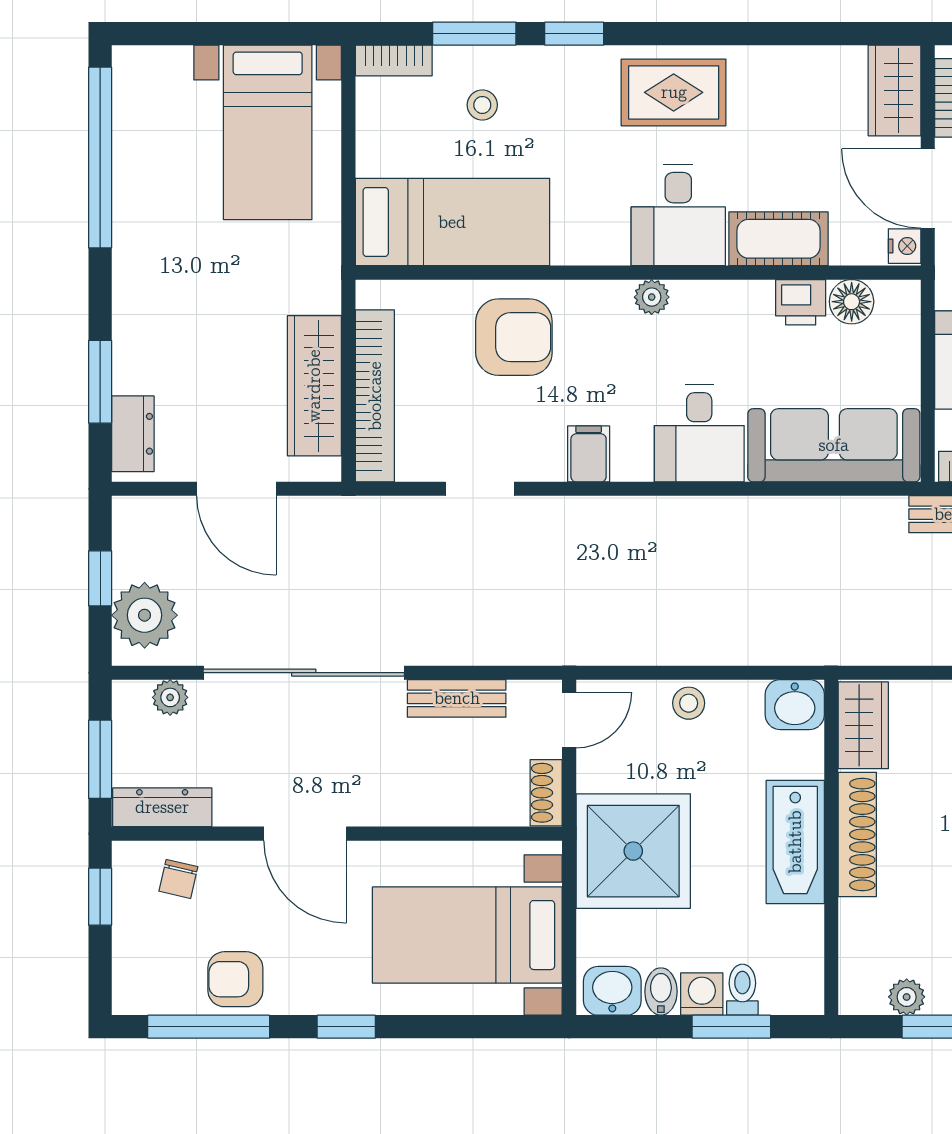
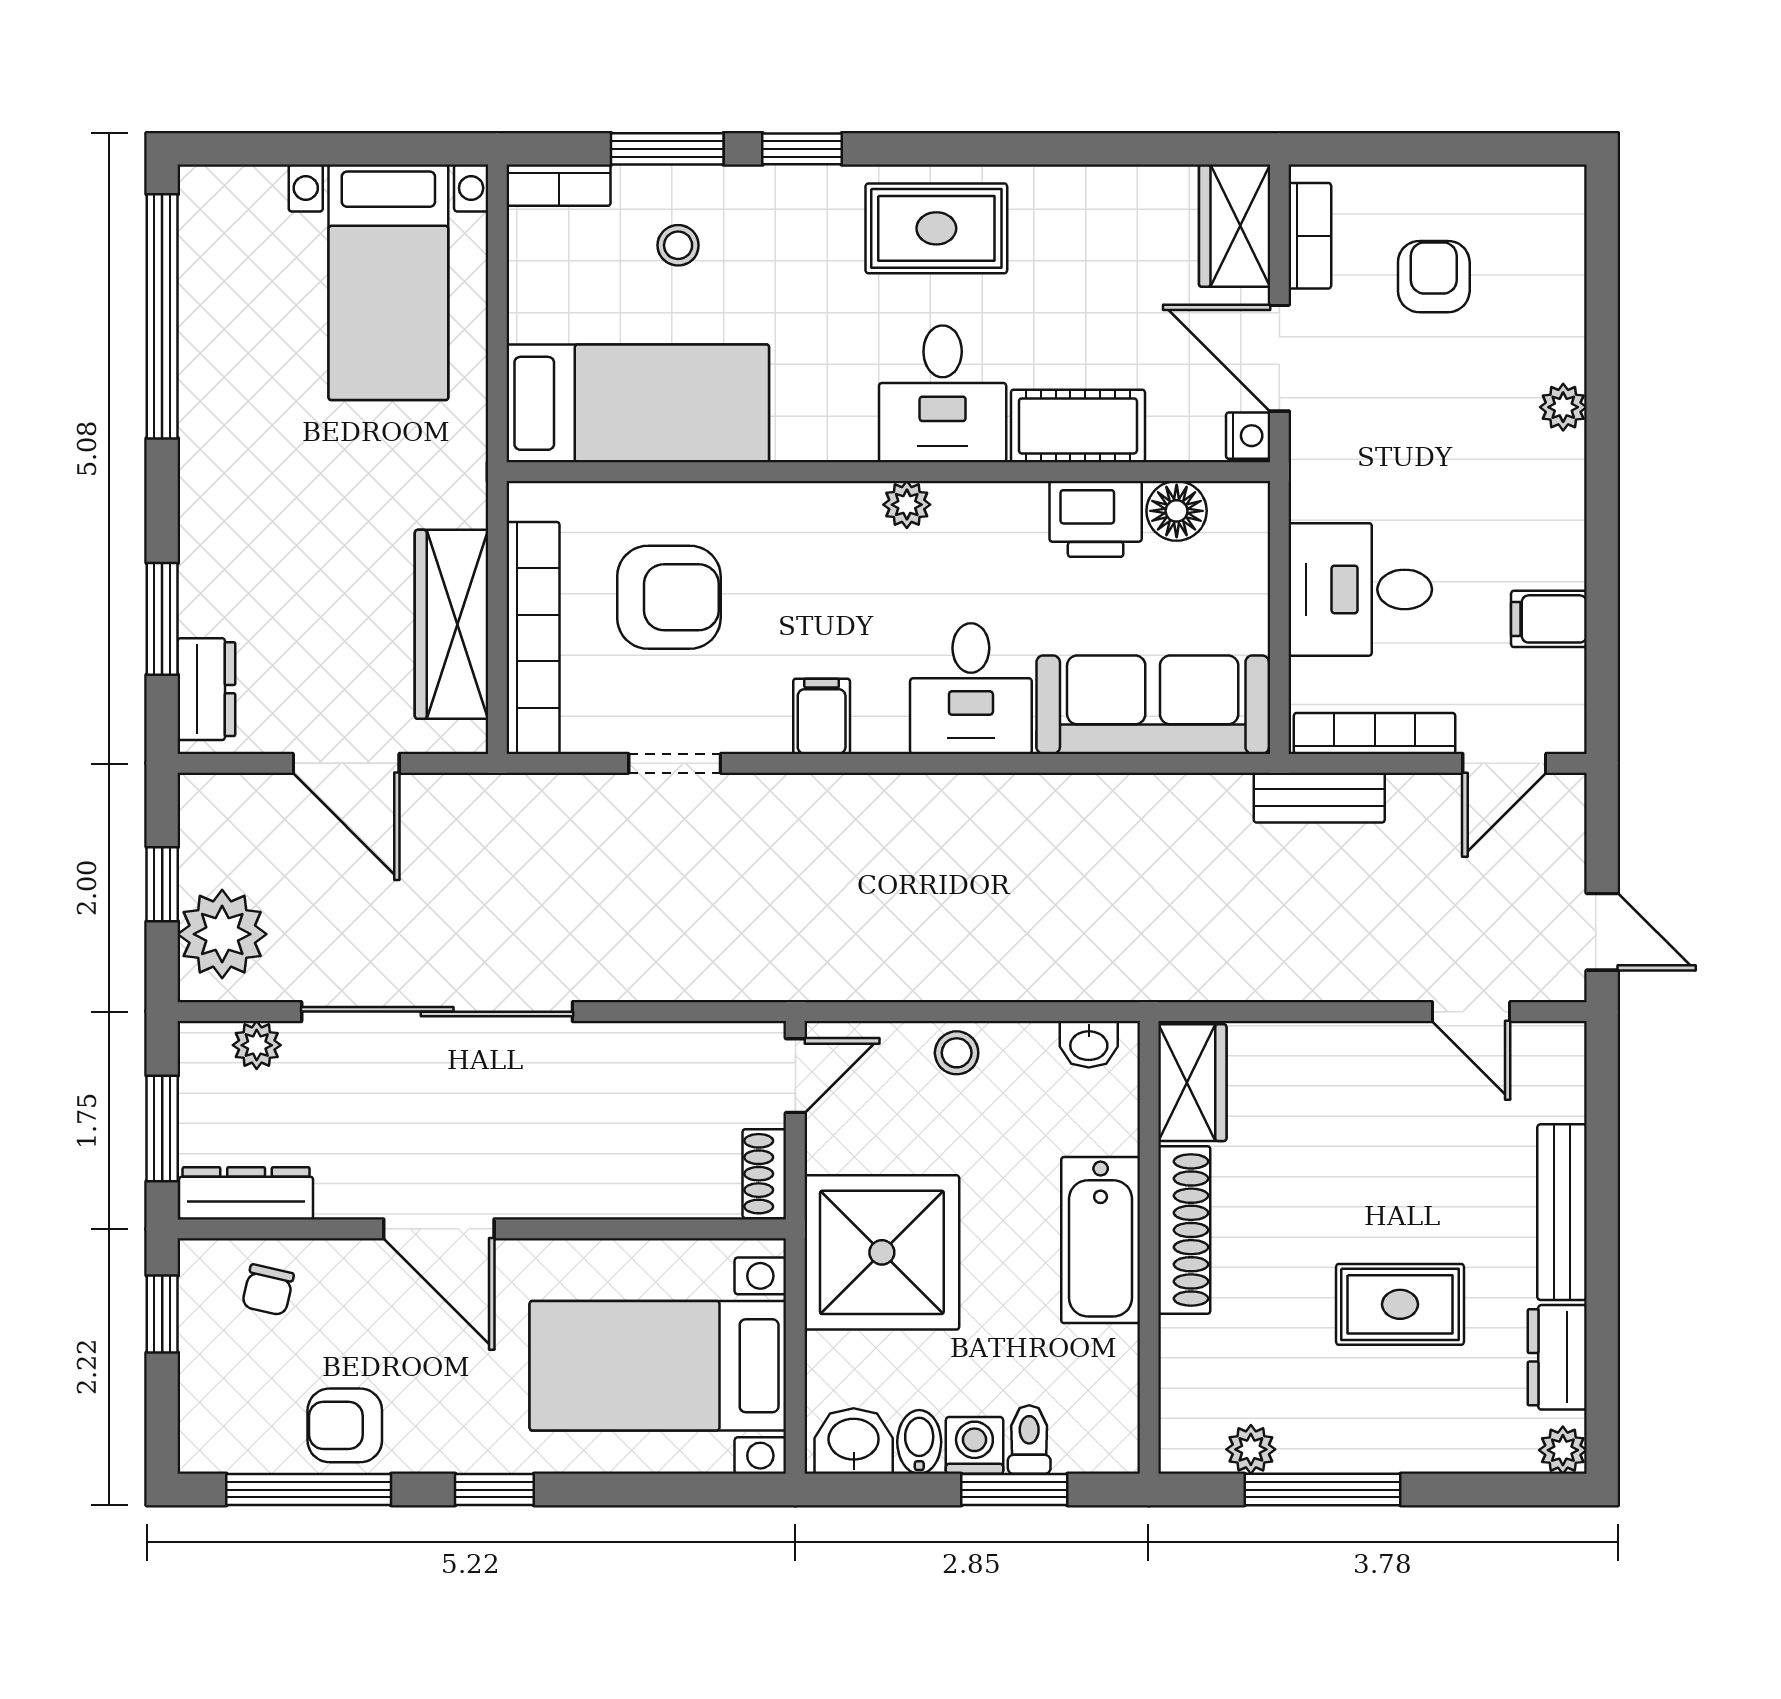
printer: (801, 302) -> (1096, 519), width x1.36, depth x1.24
armchair: (514, 337) -> (669, 597), moved
bench: (457, 698) -> (643, 1046), removed
washbasin: (795, 705) -> (1089, 1044), width x0.72, depth x0.69

